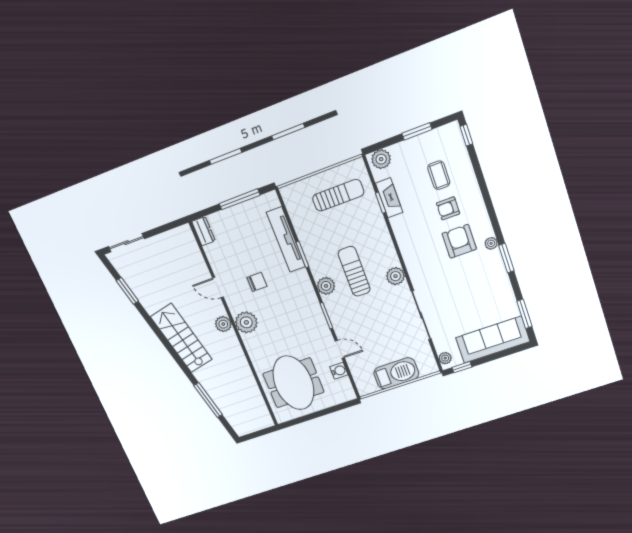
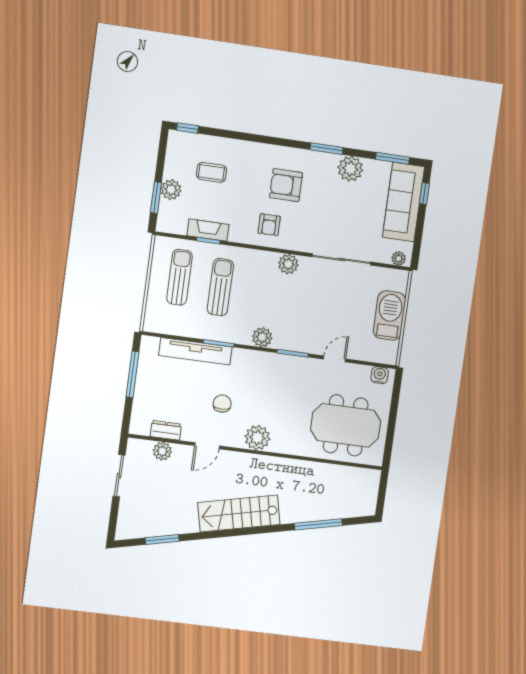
window: (417, 131) -> (156, 198), moved
plant: (381, 159) -> (171, 190), moved
armchair: (448, 208) -> (269, 225), moved
dresser: (204, 231) -> (166, 430), moved
sliding door: (126, 243) -> (119, 476), moved
plant: (491, 243) -> (350, 169), moved, width x1.88, depth x1.88
sun lounger: (354, 271) -> (220, 287), moved, turned 90
plant: (223, 324) -> (162, 451), moved
window: (462, 367) -> (424, 194), moved
water cooler: (339, 371) -> (380, 375), moved

